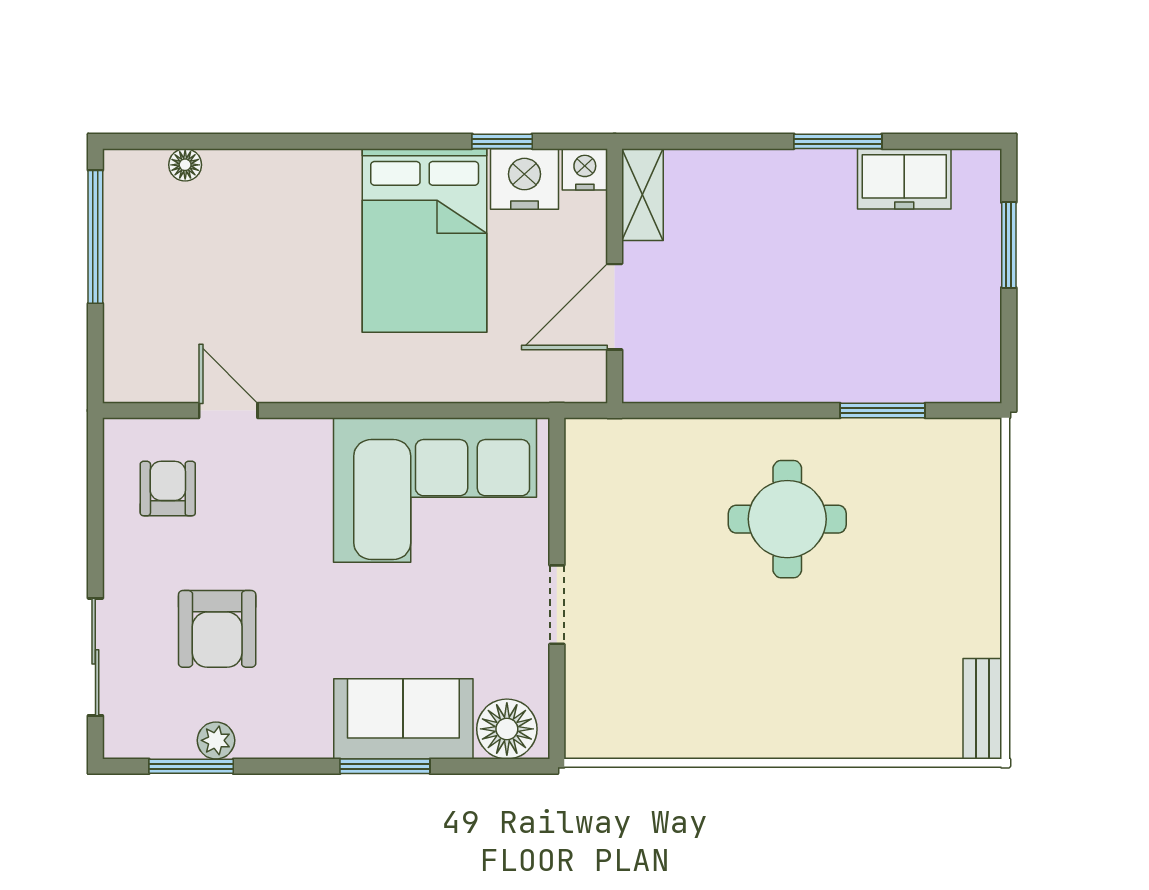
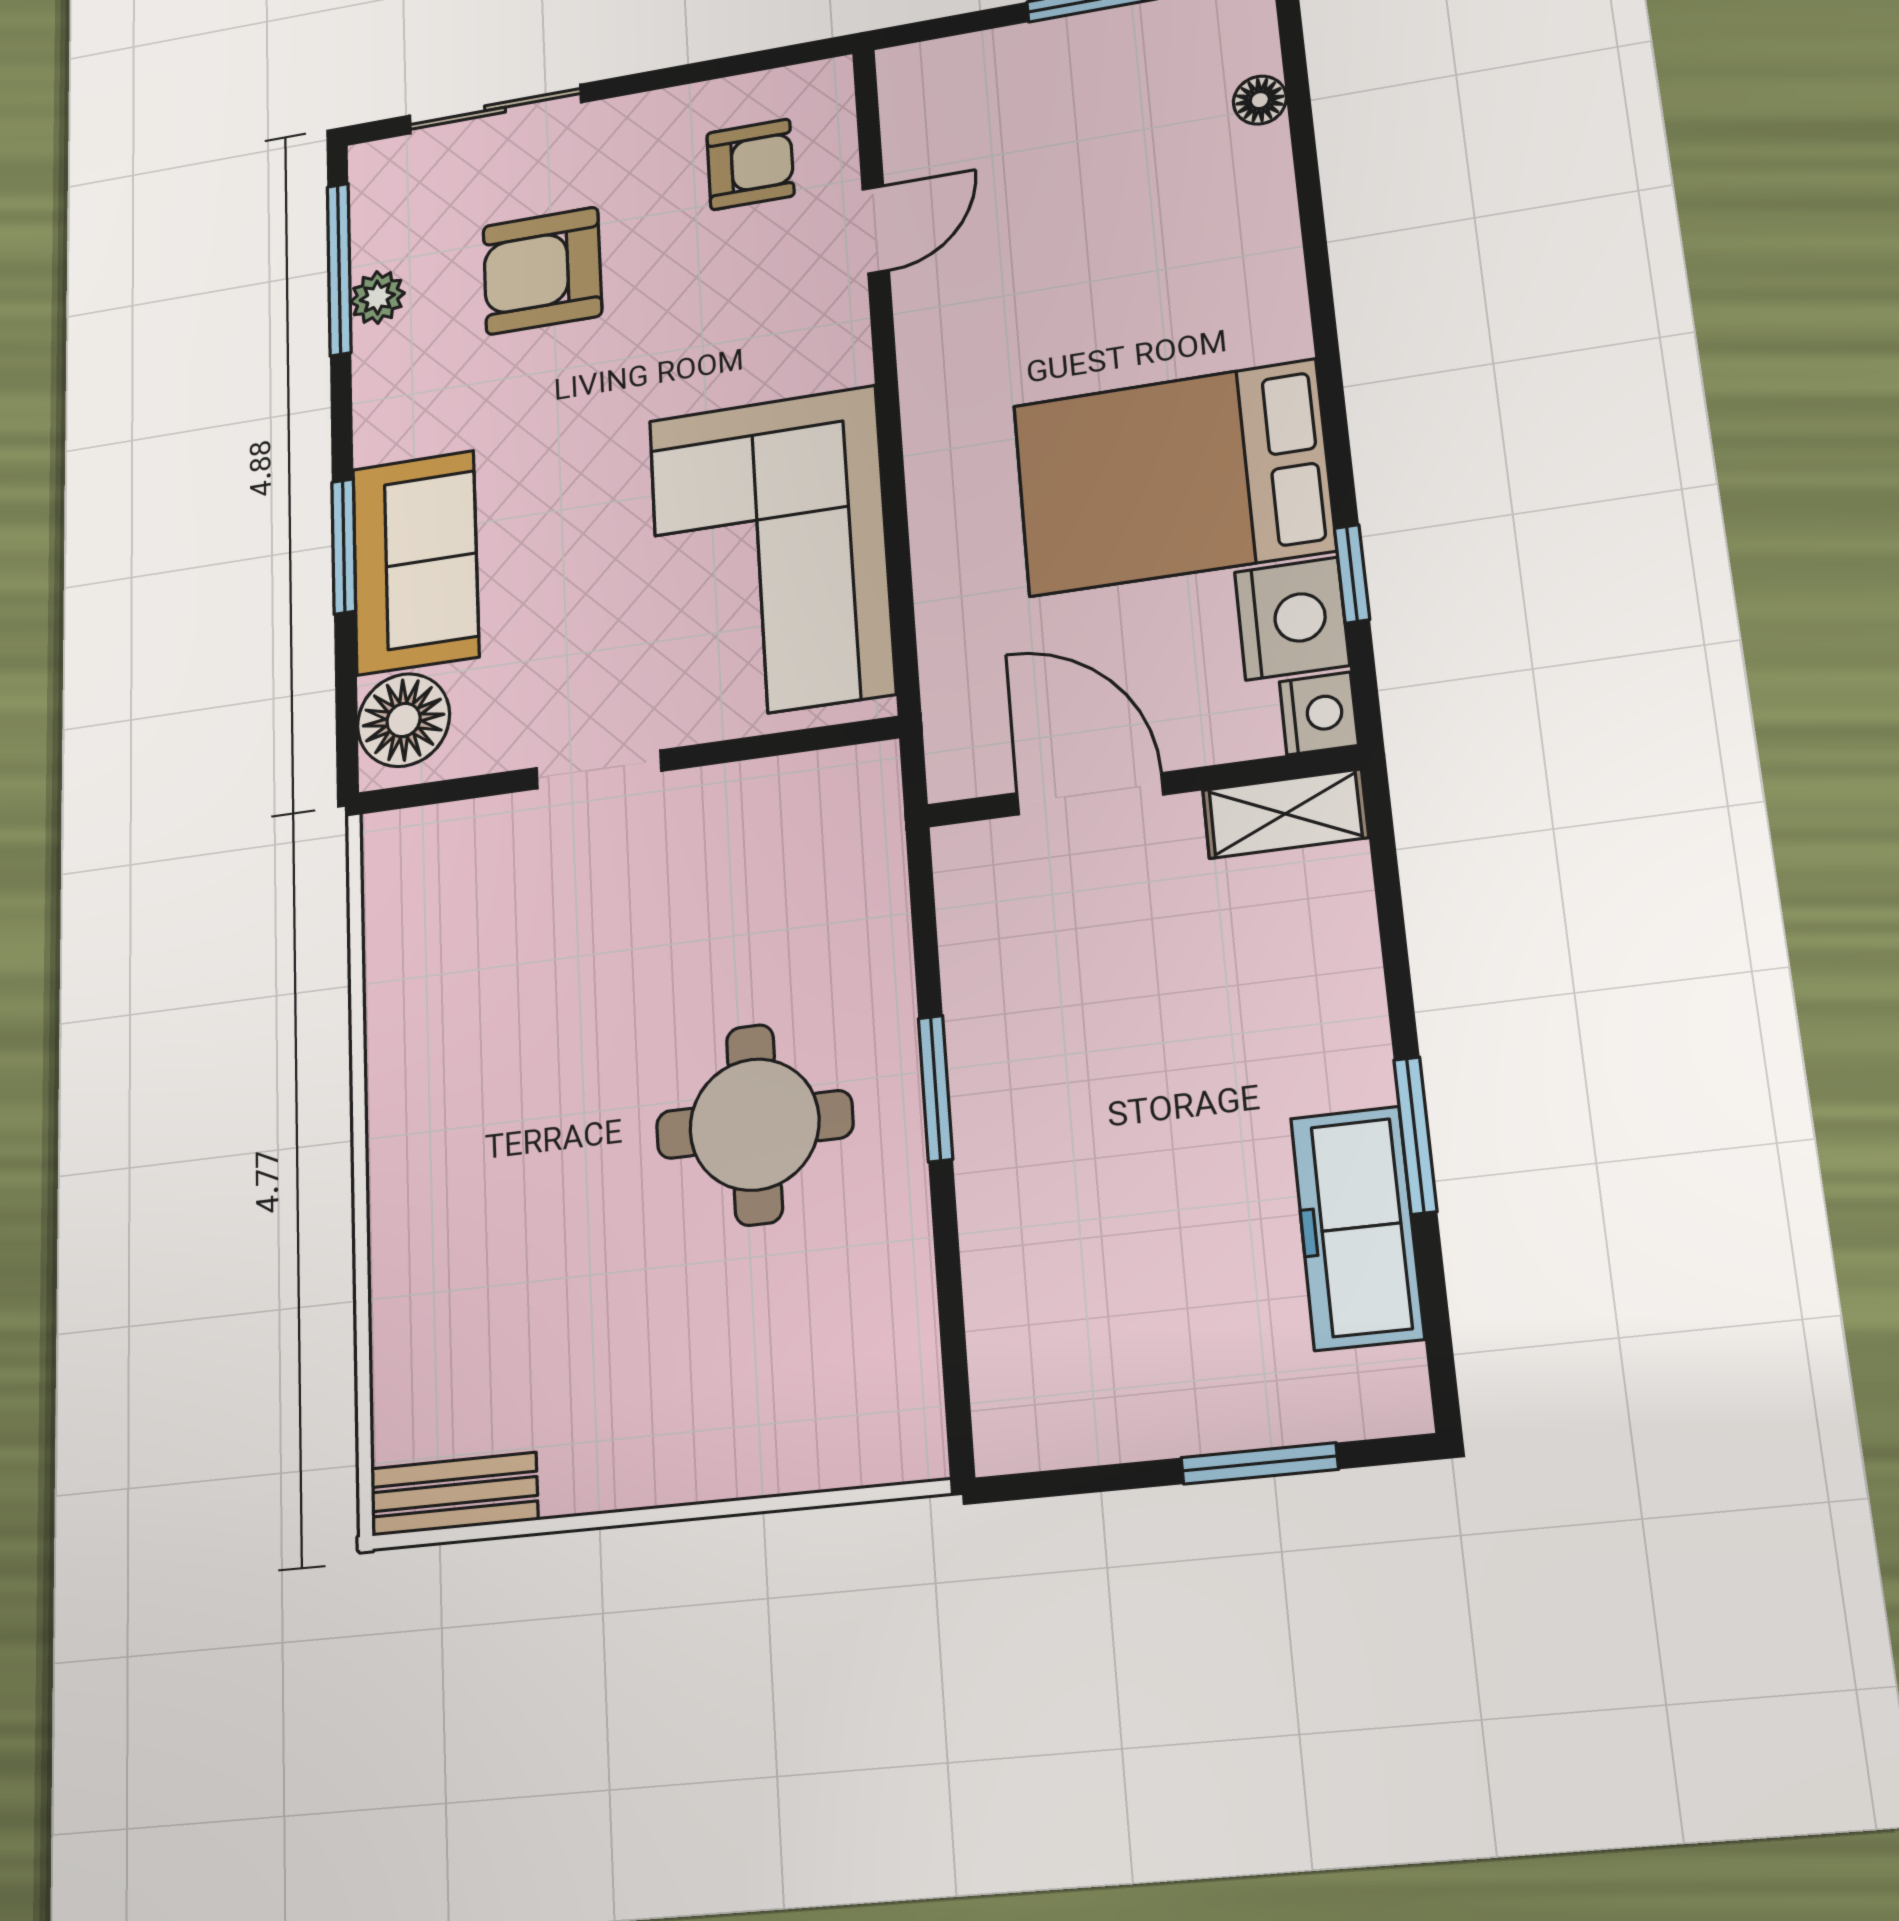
freezer: (904, 179) -> (1357, 1228), width x1.40
window: (883, 411) -> (936, 1088), moved
window: (191, 766) -> (339, 269), width x1.44

